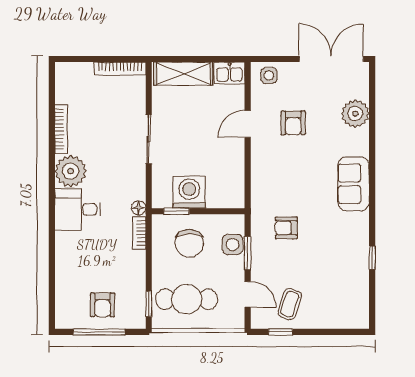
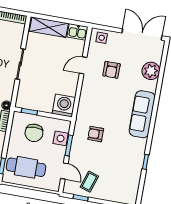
sofa: (354, 184) -> (142, 114), width x1.36
washing machine: (189, 192) -> (64, 106), moved

